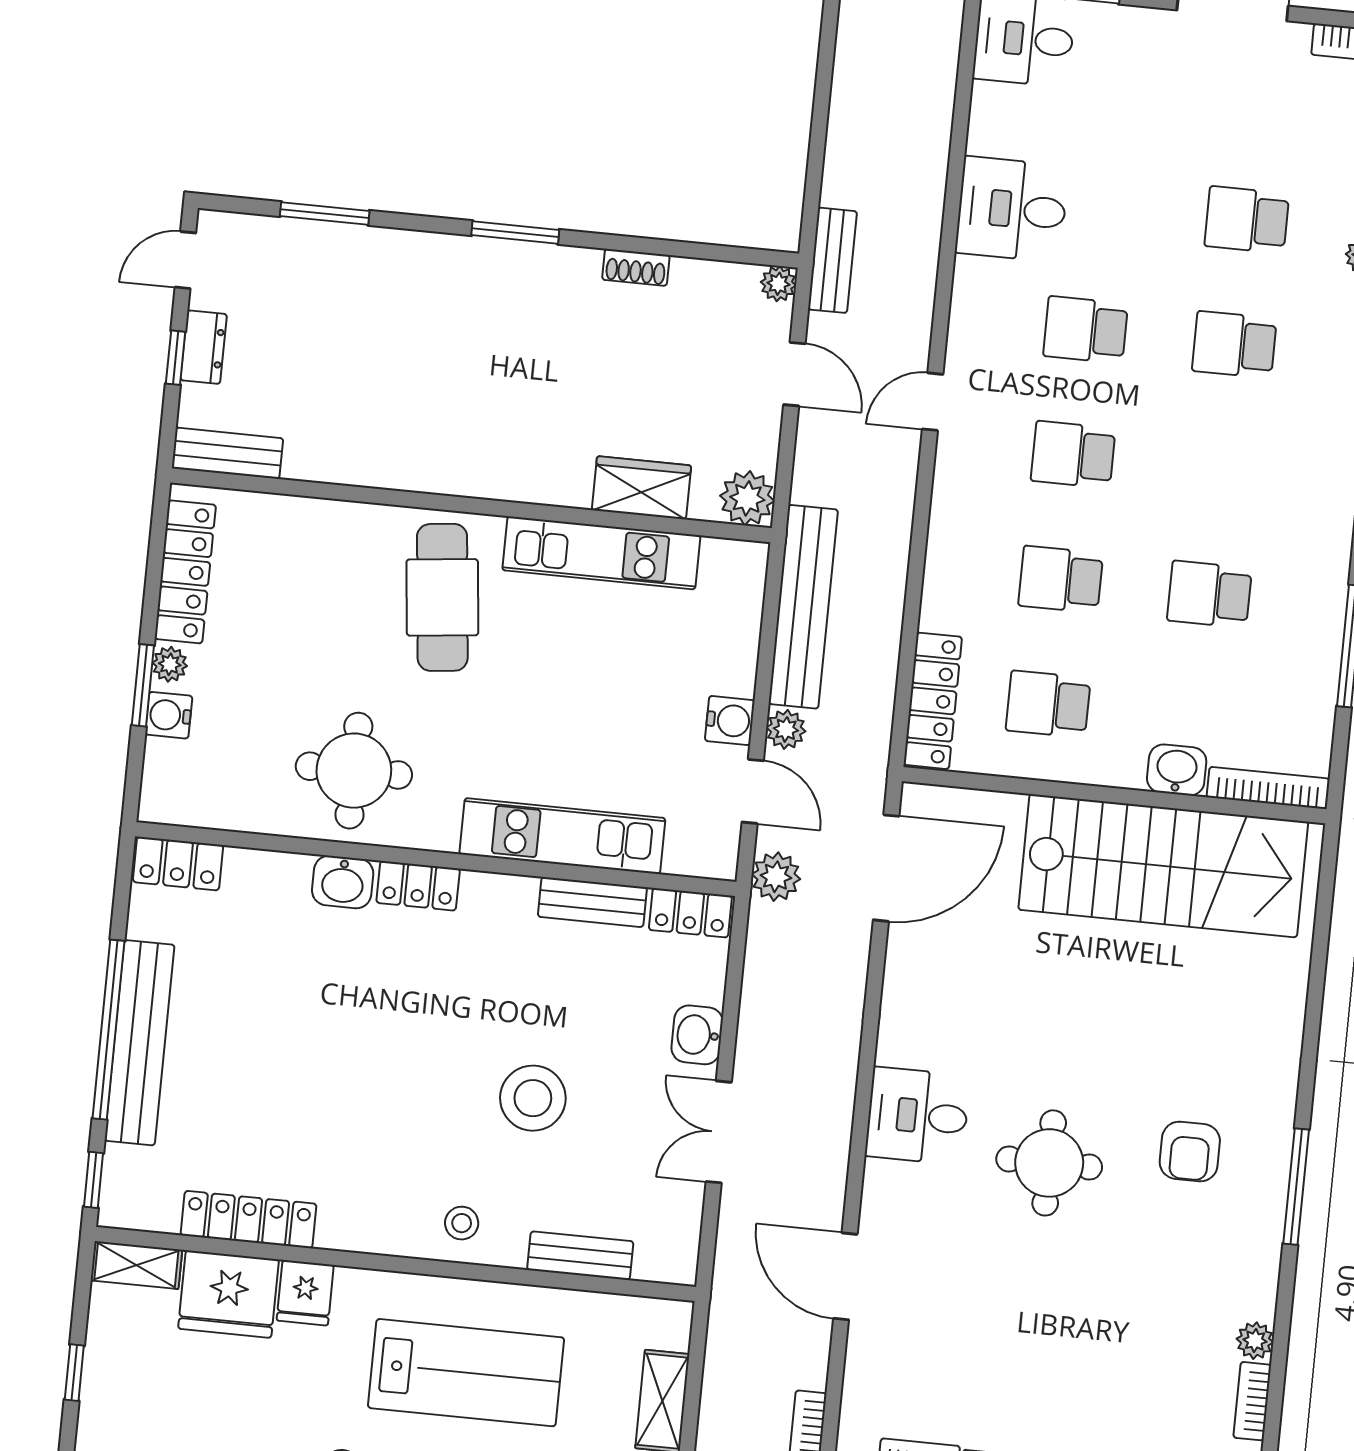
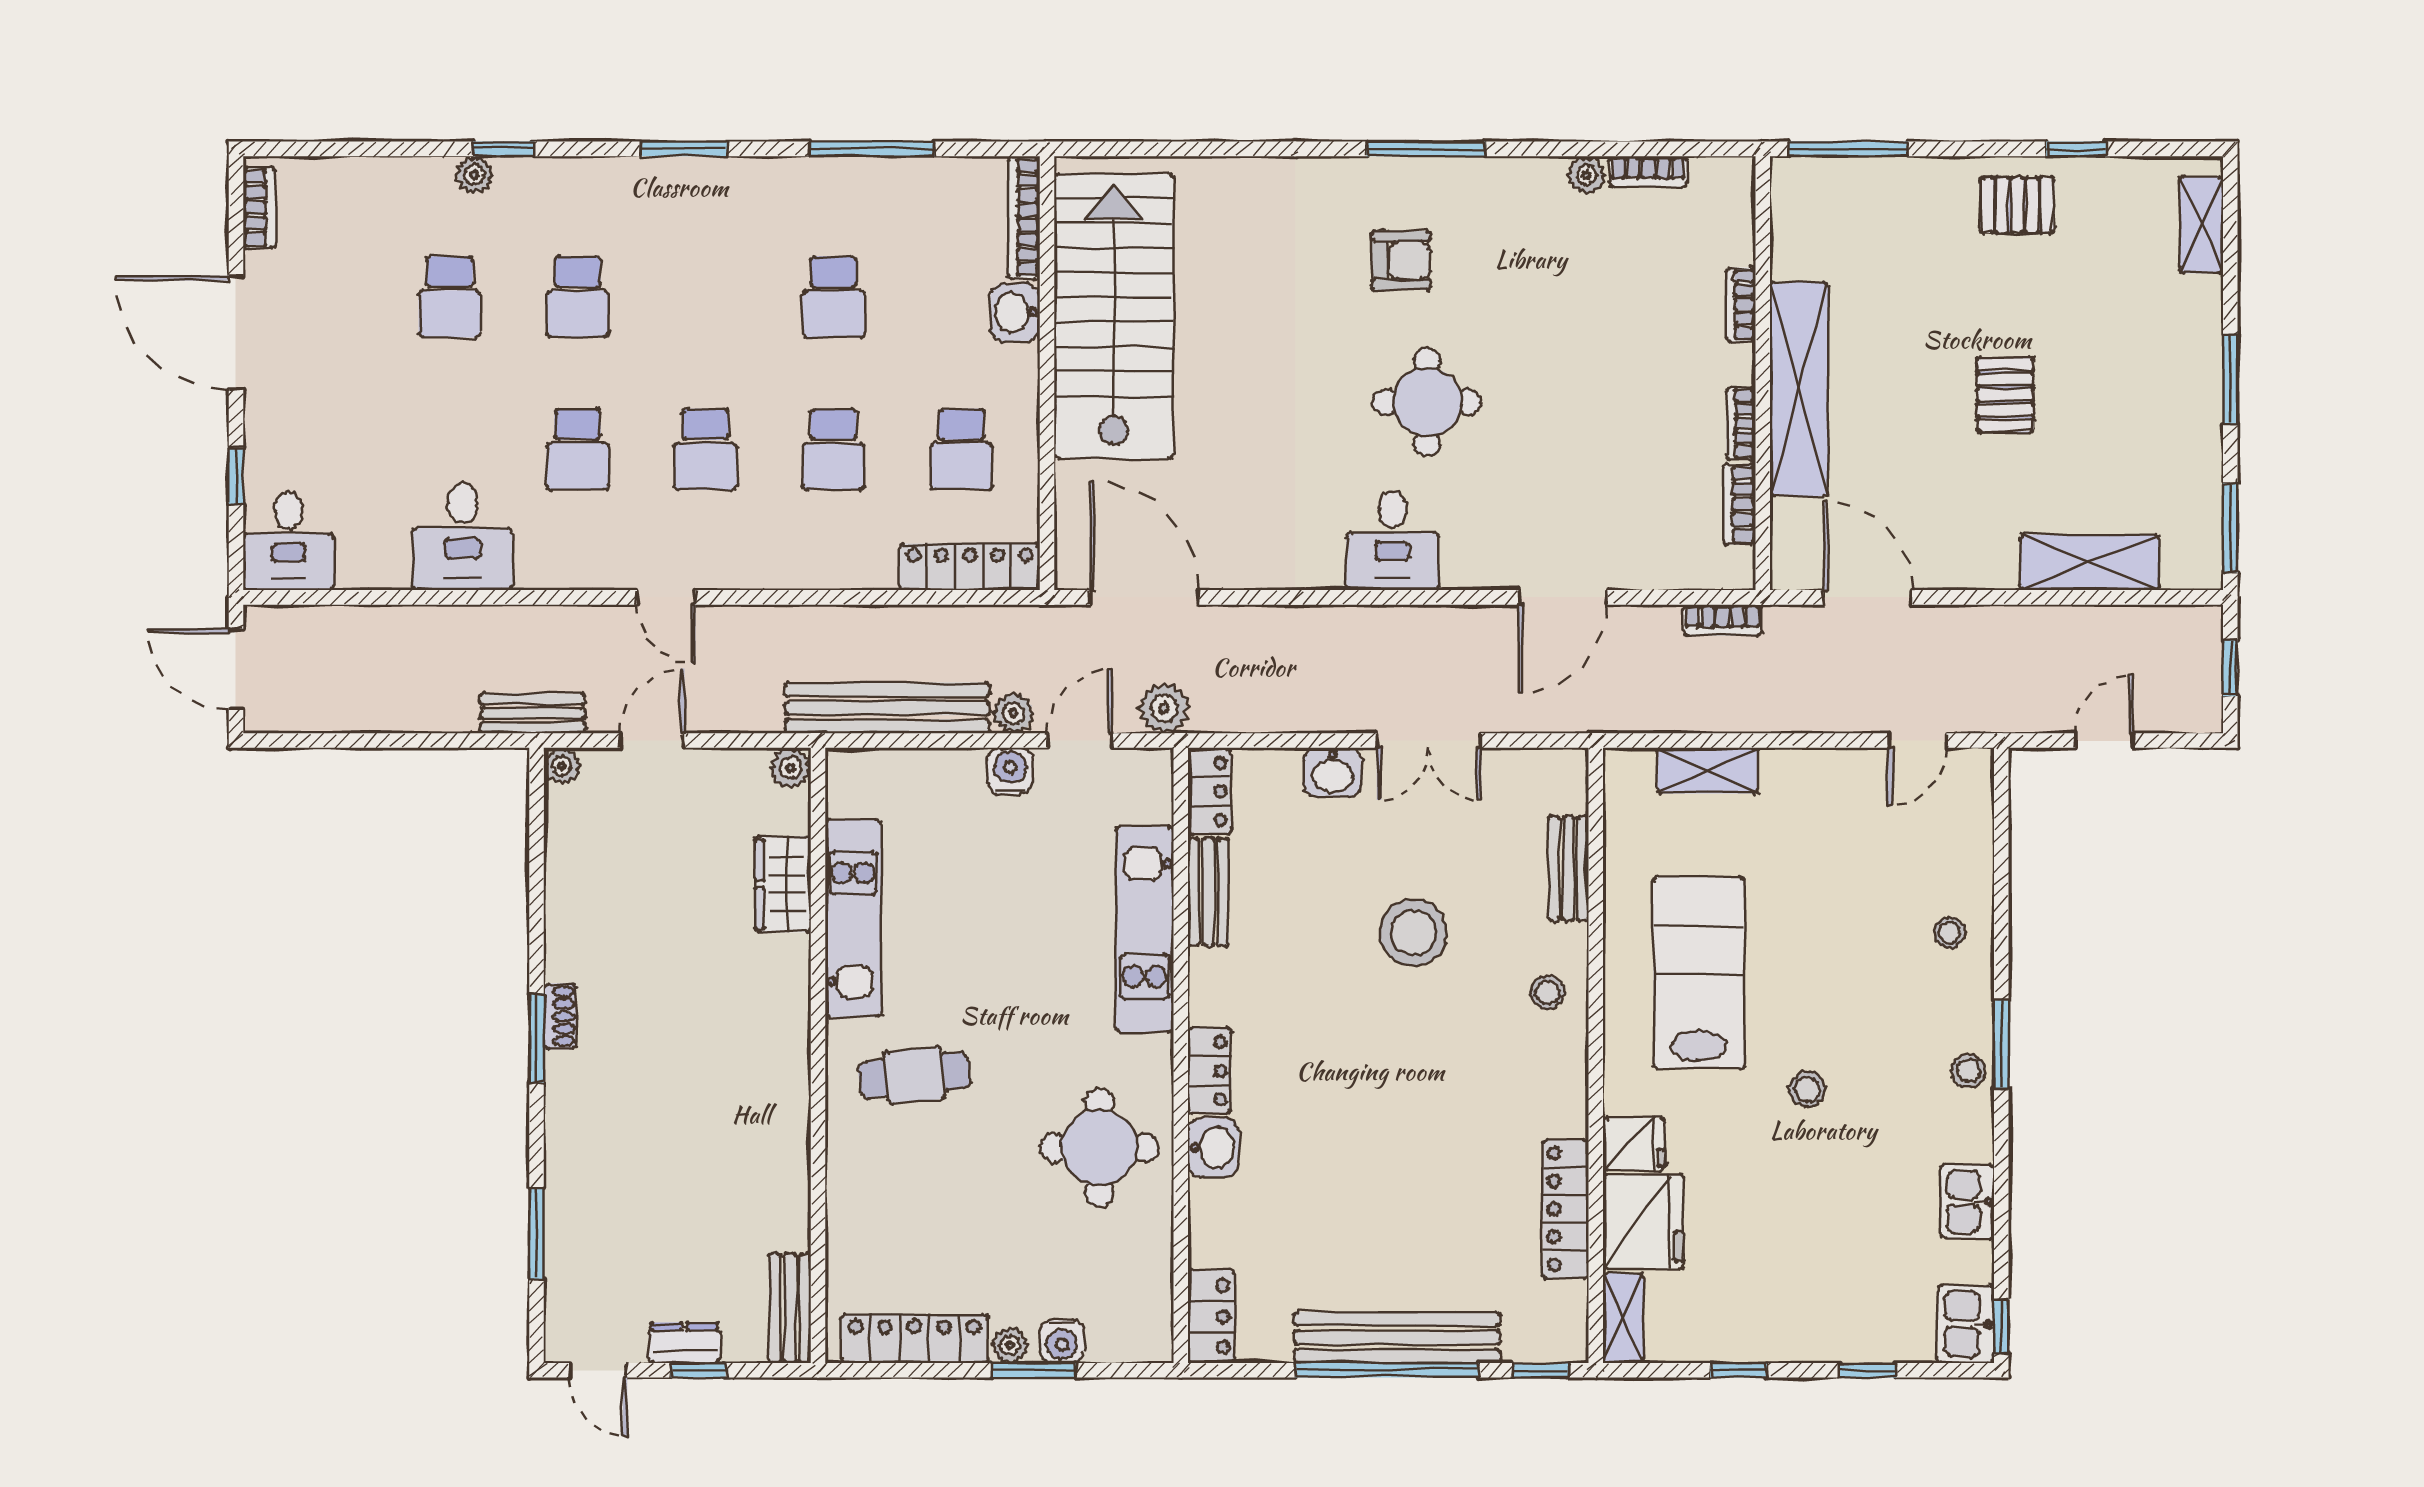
shoe rack: (636, 267) -> (560, 1016), moved
plant: (747, 498) -> (791, 768), width x0.73, depth x0.73
cafe table: (442, 597) -> (914, 1075), width x0.73, depth x0.74

